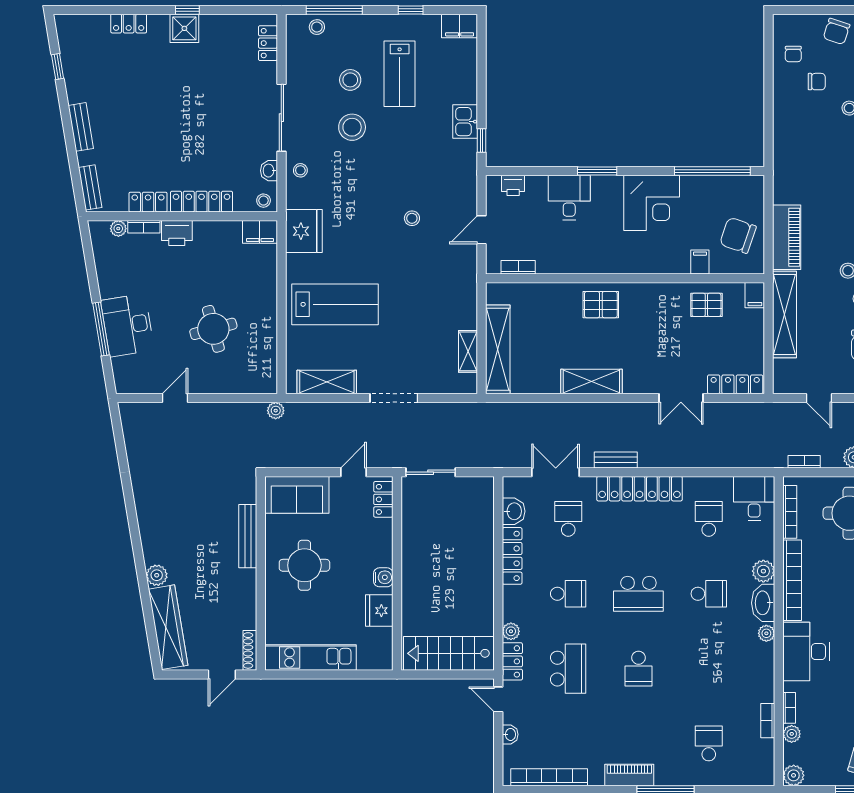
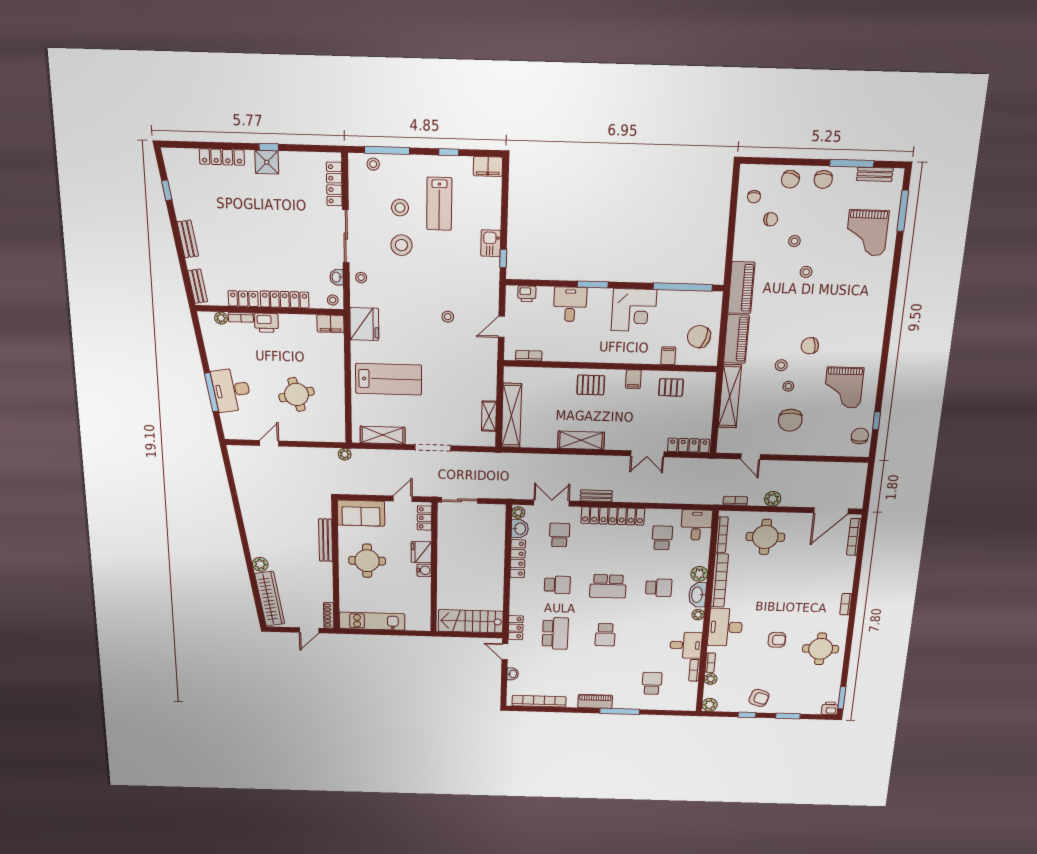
locker: (129, 24) -> (222, 157), width x1.53
locker: (268, 43) -> (334, 184), width x1.53
piano: (787, 170) -> (741, 288), added
filing cabinet: (755, 295) -> (633, 379), moved
fridge: (379, 611) -> (421, 552), moved
plant: (511, 631) -> (518, 513), moved
desk: (753, 681) -> (686, 645), added

